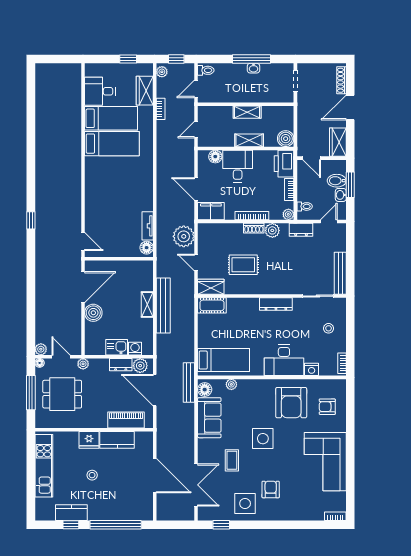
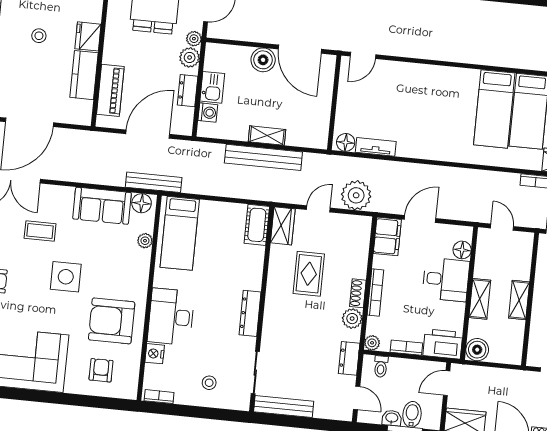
plant: (140, 366) -> (190, 57), moved

